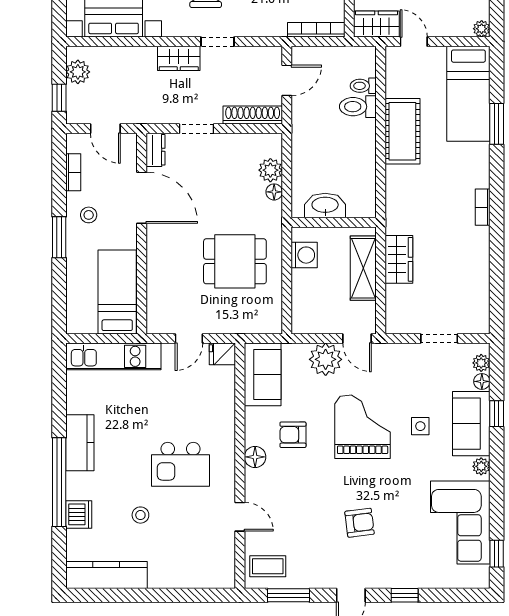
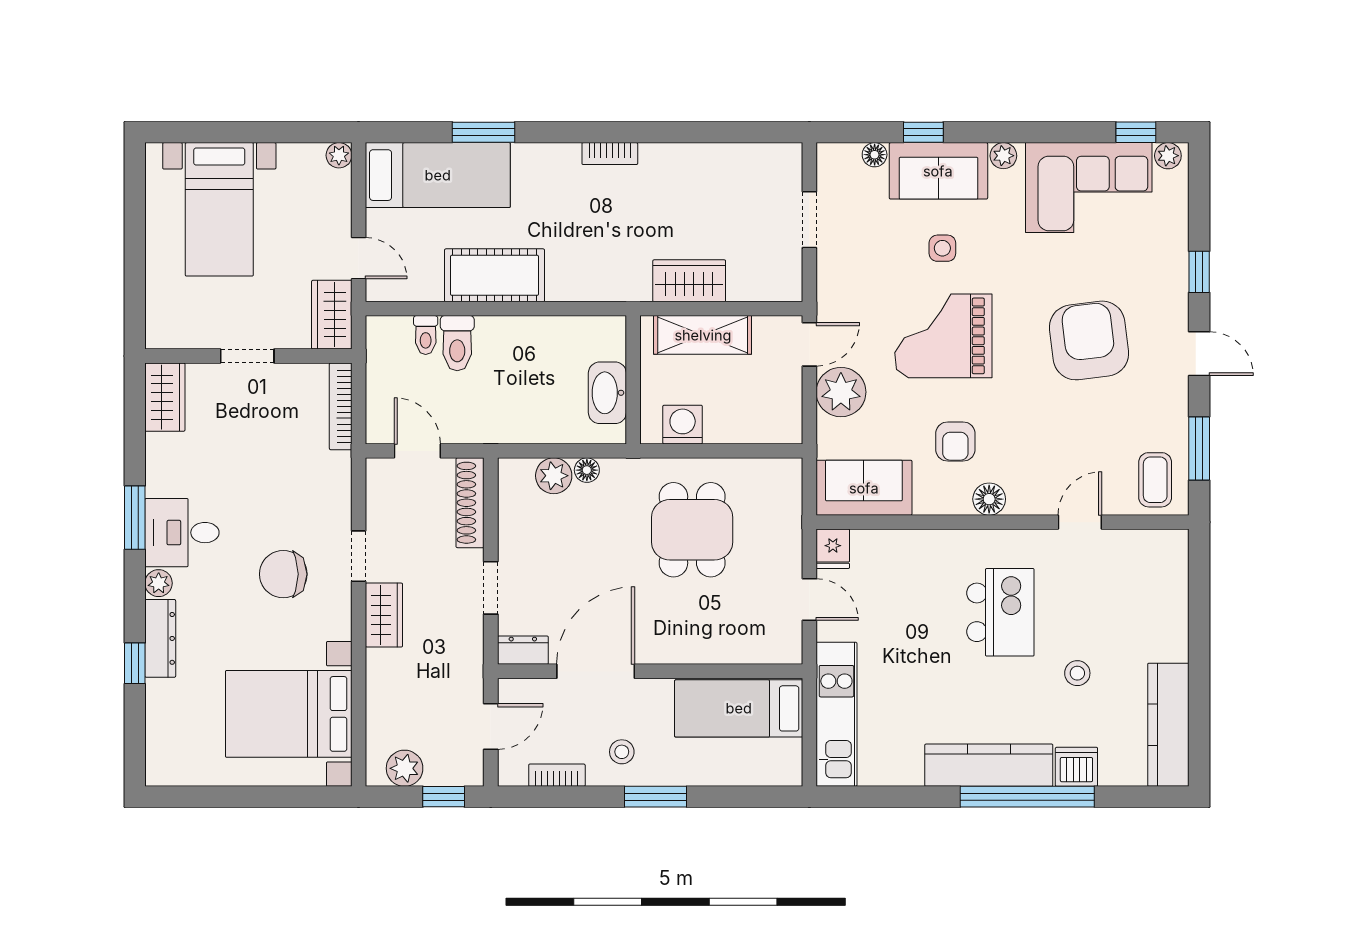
door: (414, 42) -> (359, 258), swing flipped
plant: (481, 363) -> (1168, 156), moved
kitchen counter: (80, 443) -> (989, 765), width x1.50
armchair: (360, 523) -> (1089, 340), width x1.88, depth x1.88

